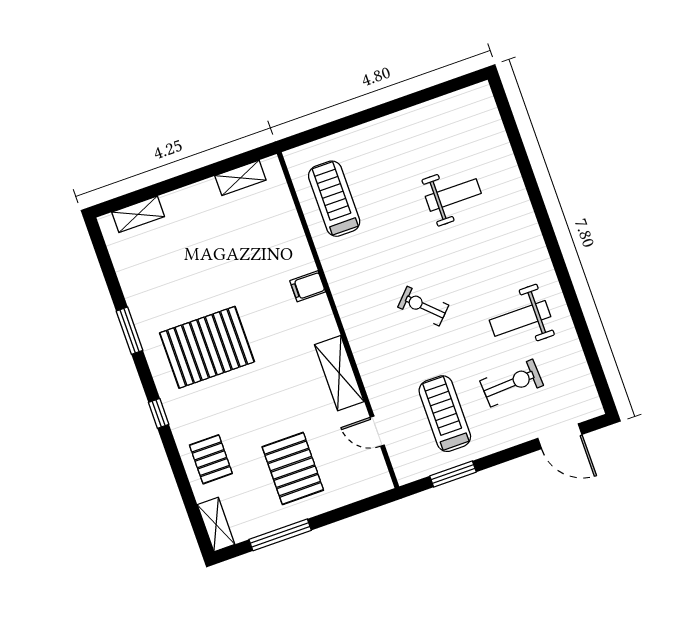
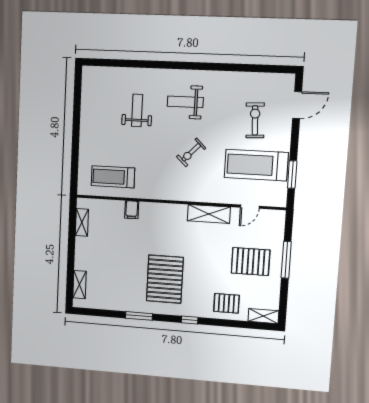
filing cabinet: (308, 286) -> (132, 210), moved
weight bench: (520, 318) -> (185, 102), moved, turned 90
treadmill: (445, 414) -> (256, 165), width x1.37, depth x1.38
window: (280, 535) -> (286, 260), moved

